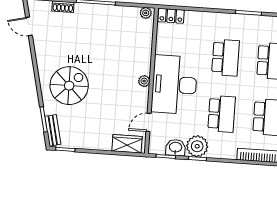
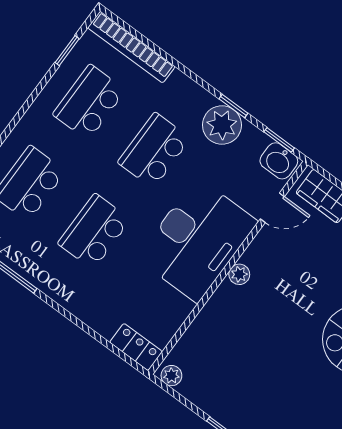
washbasin: (176, 148) -> (279, 161), moved

